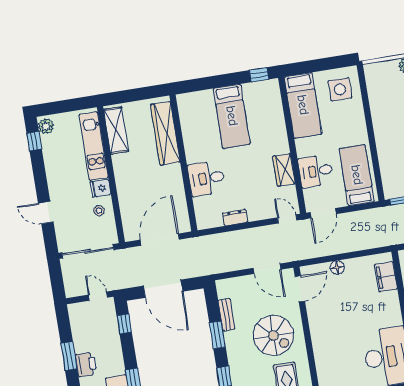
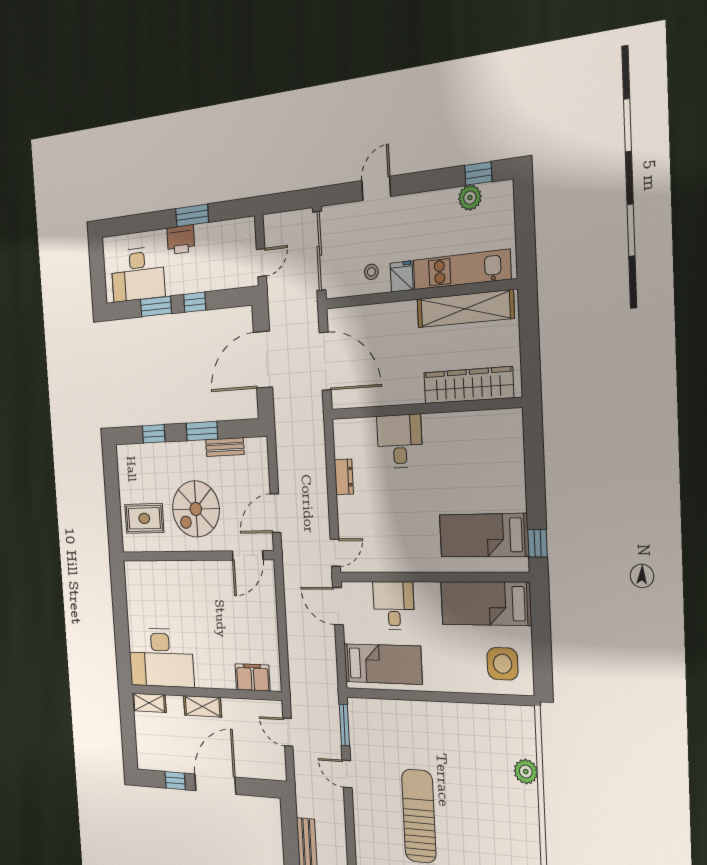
bed: (232, 116) -> (484, 535), moved
plant: (46, 126) -> (470, 198), moved
shelving: (116, 130) -> (465, 309), width x1.47
wardrobe: (284, 170) -> (400, 559), removed
floor lamp: (337, 267) -> (269, 613), removed
door: (300, 289) -> (248, 555), hinge flipped
window: (124, 324) -> (195, 302), moved

